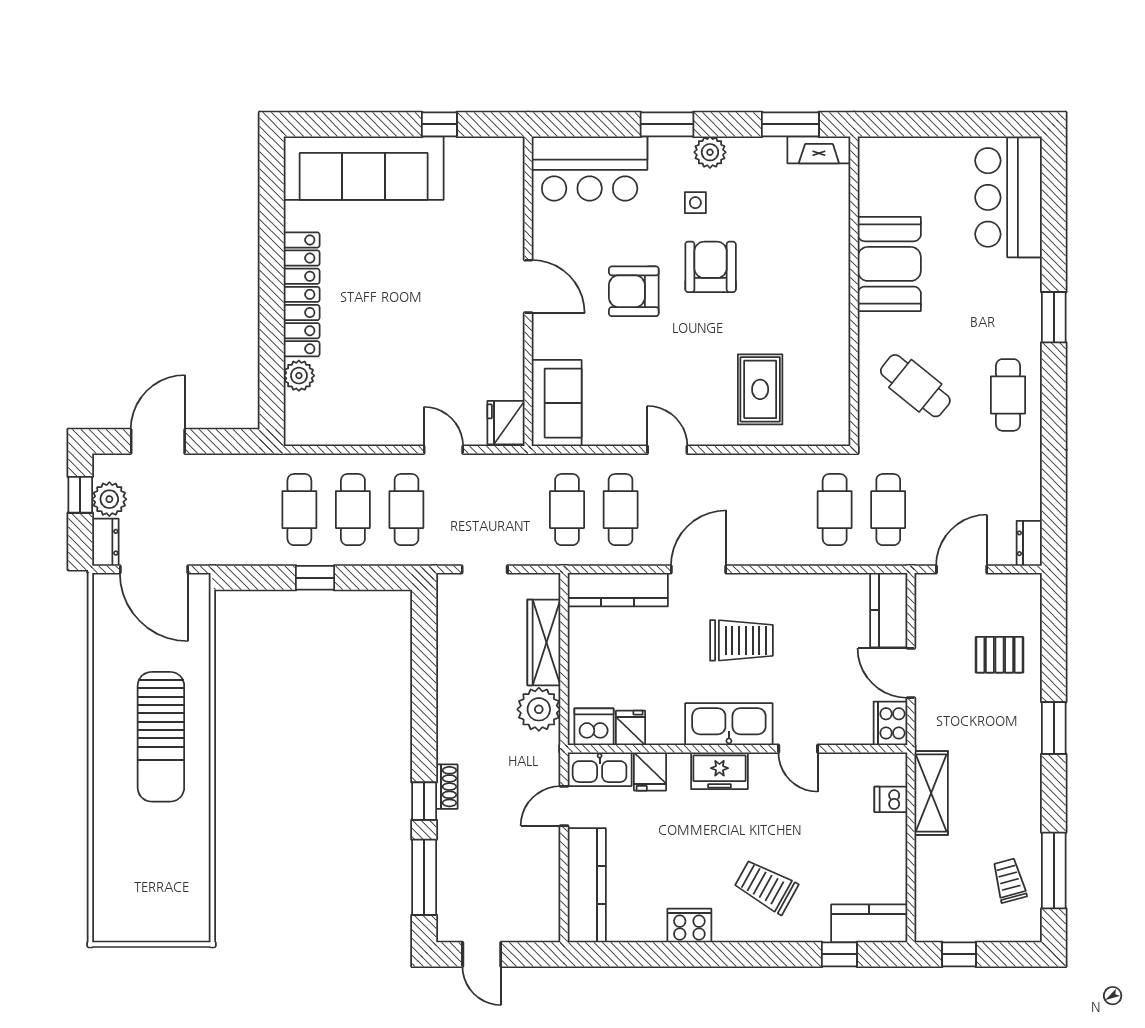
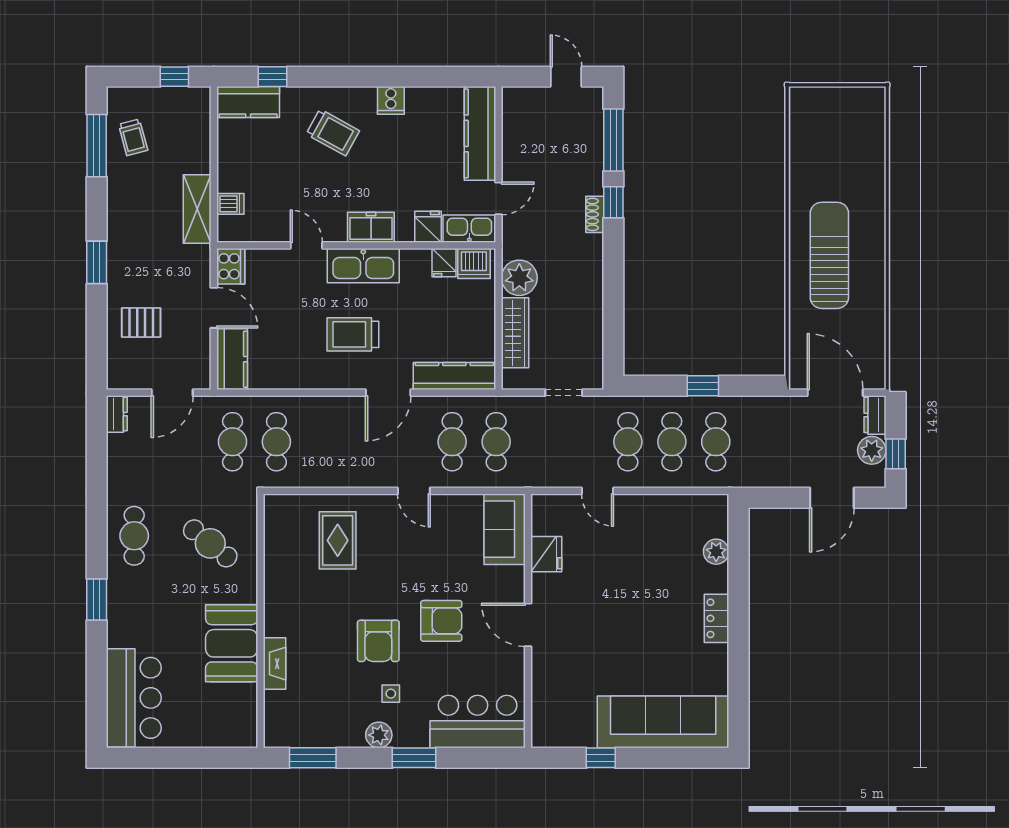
fireplace: (819, 150) -> (275, 664), moved, turned 90
locker: (302, 294) -> (717, 618), width x0.46, depth x0.83
fridge: (506, 423) -> (546, 554), moved
cooker: (689, 926) -> (391, 100), width x0.73

